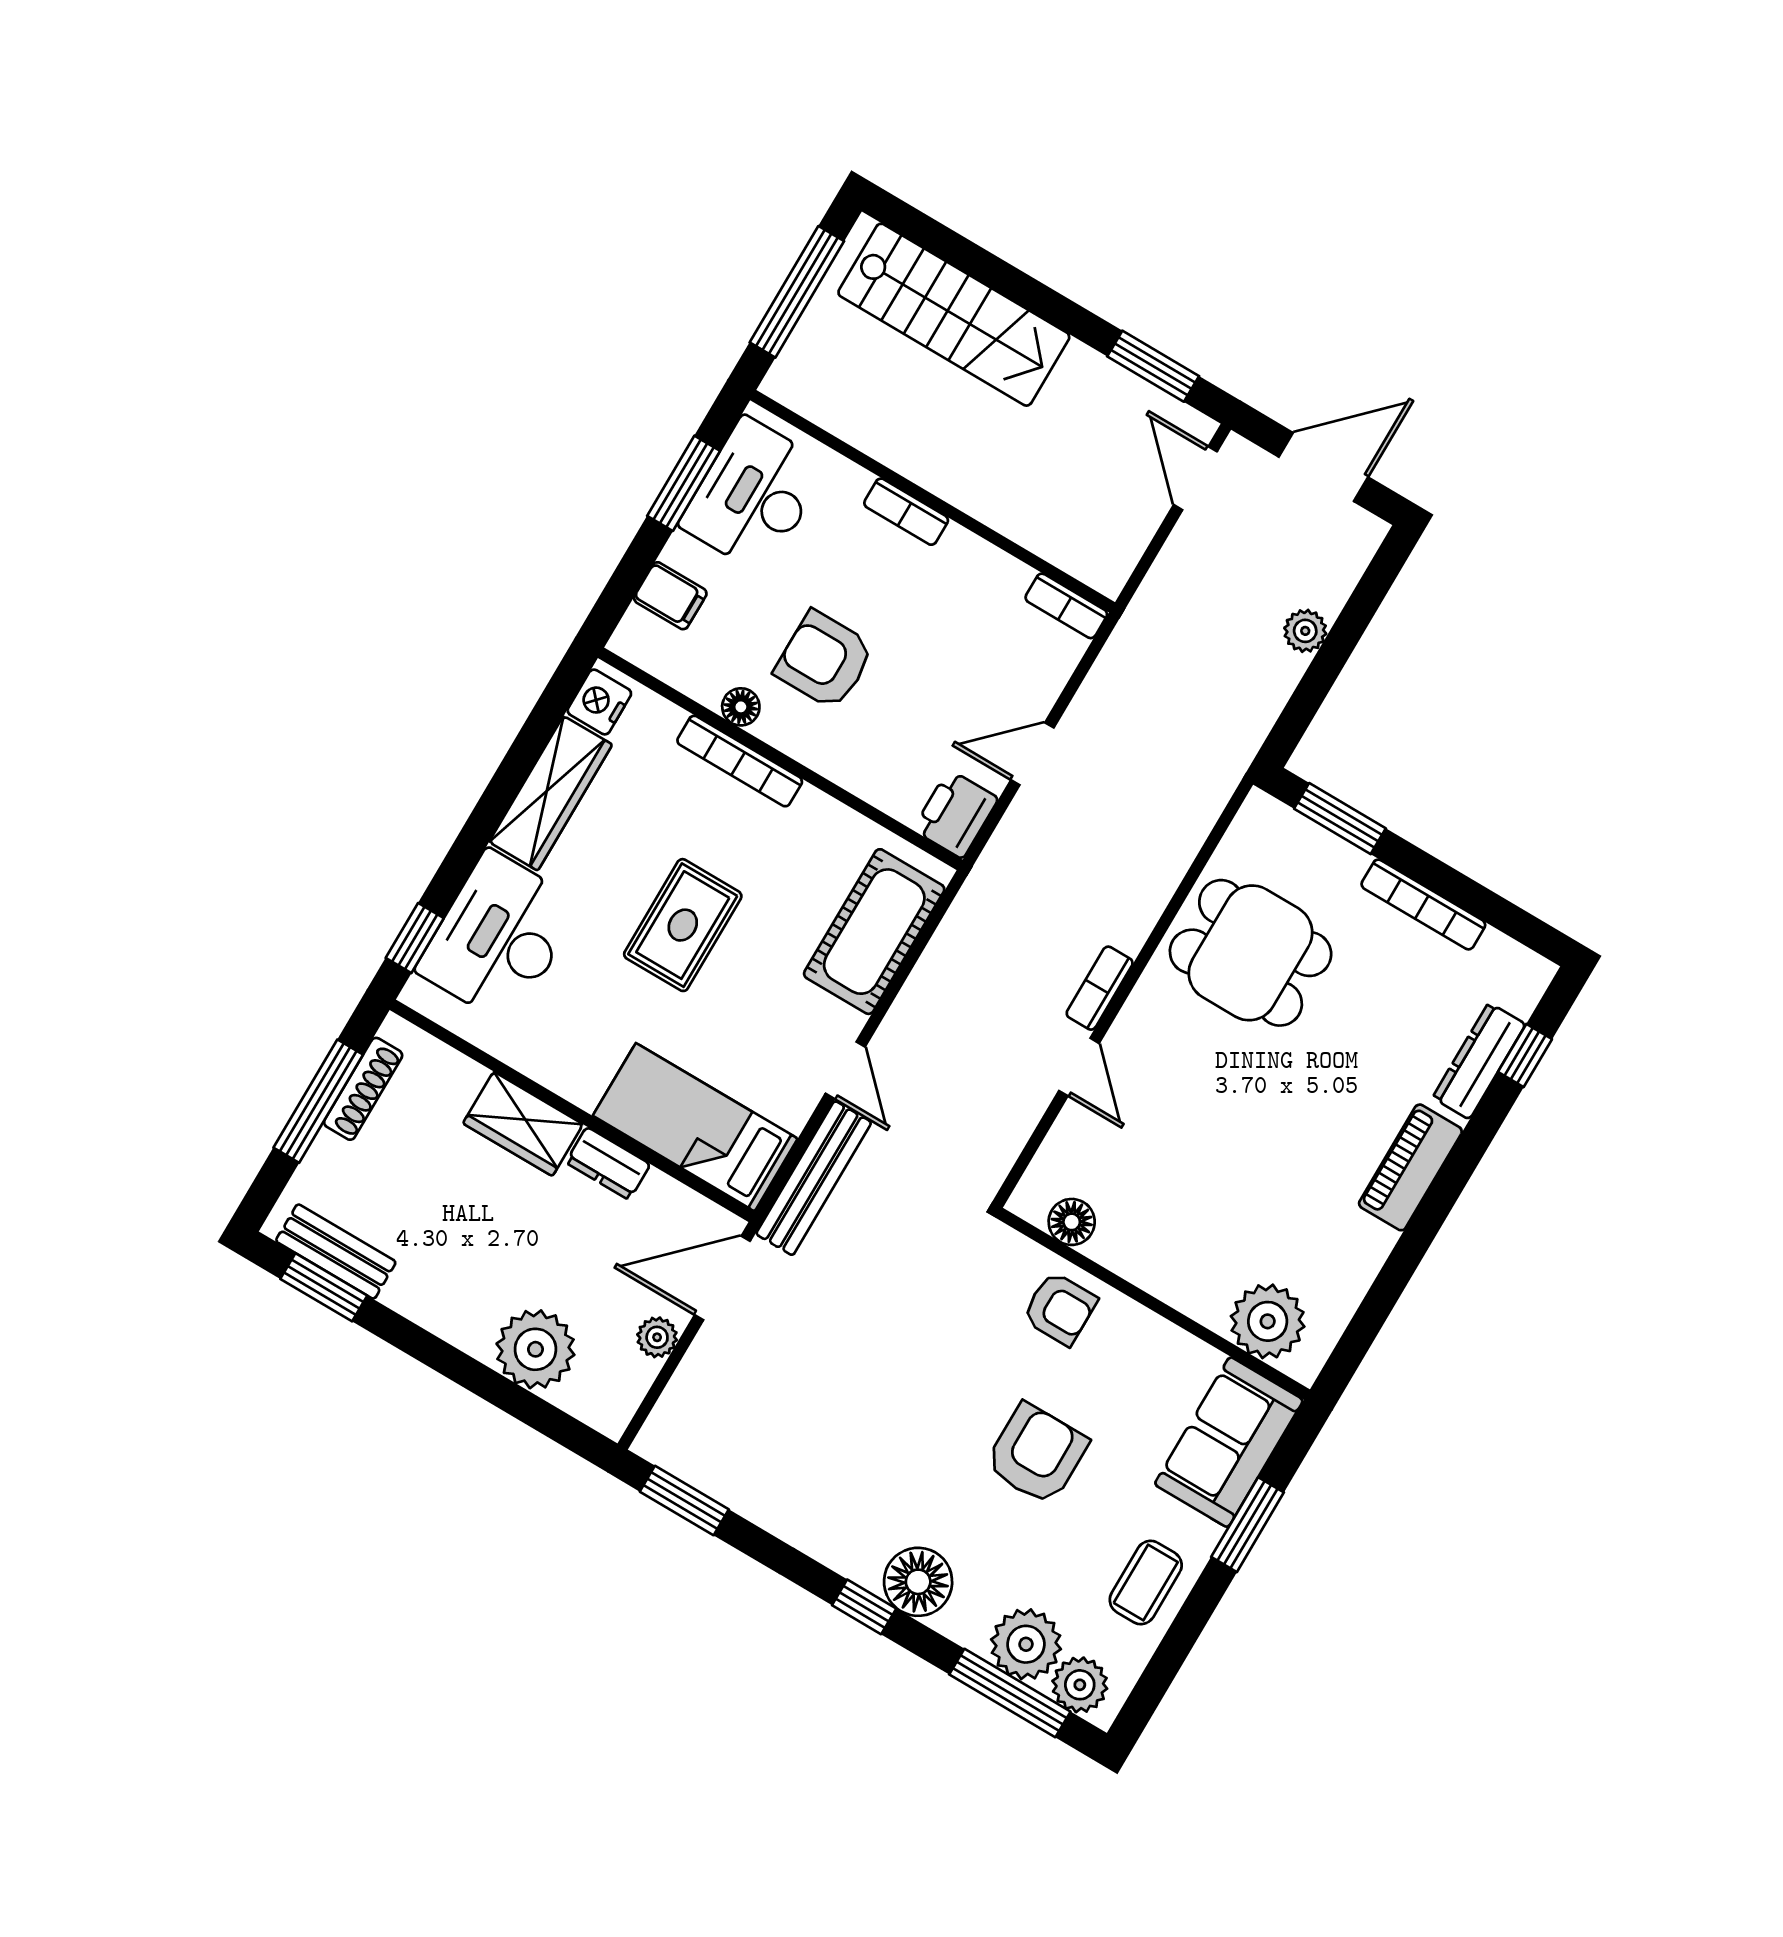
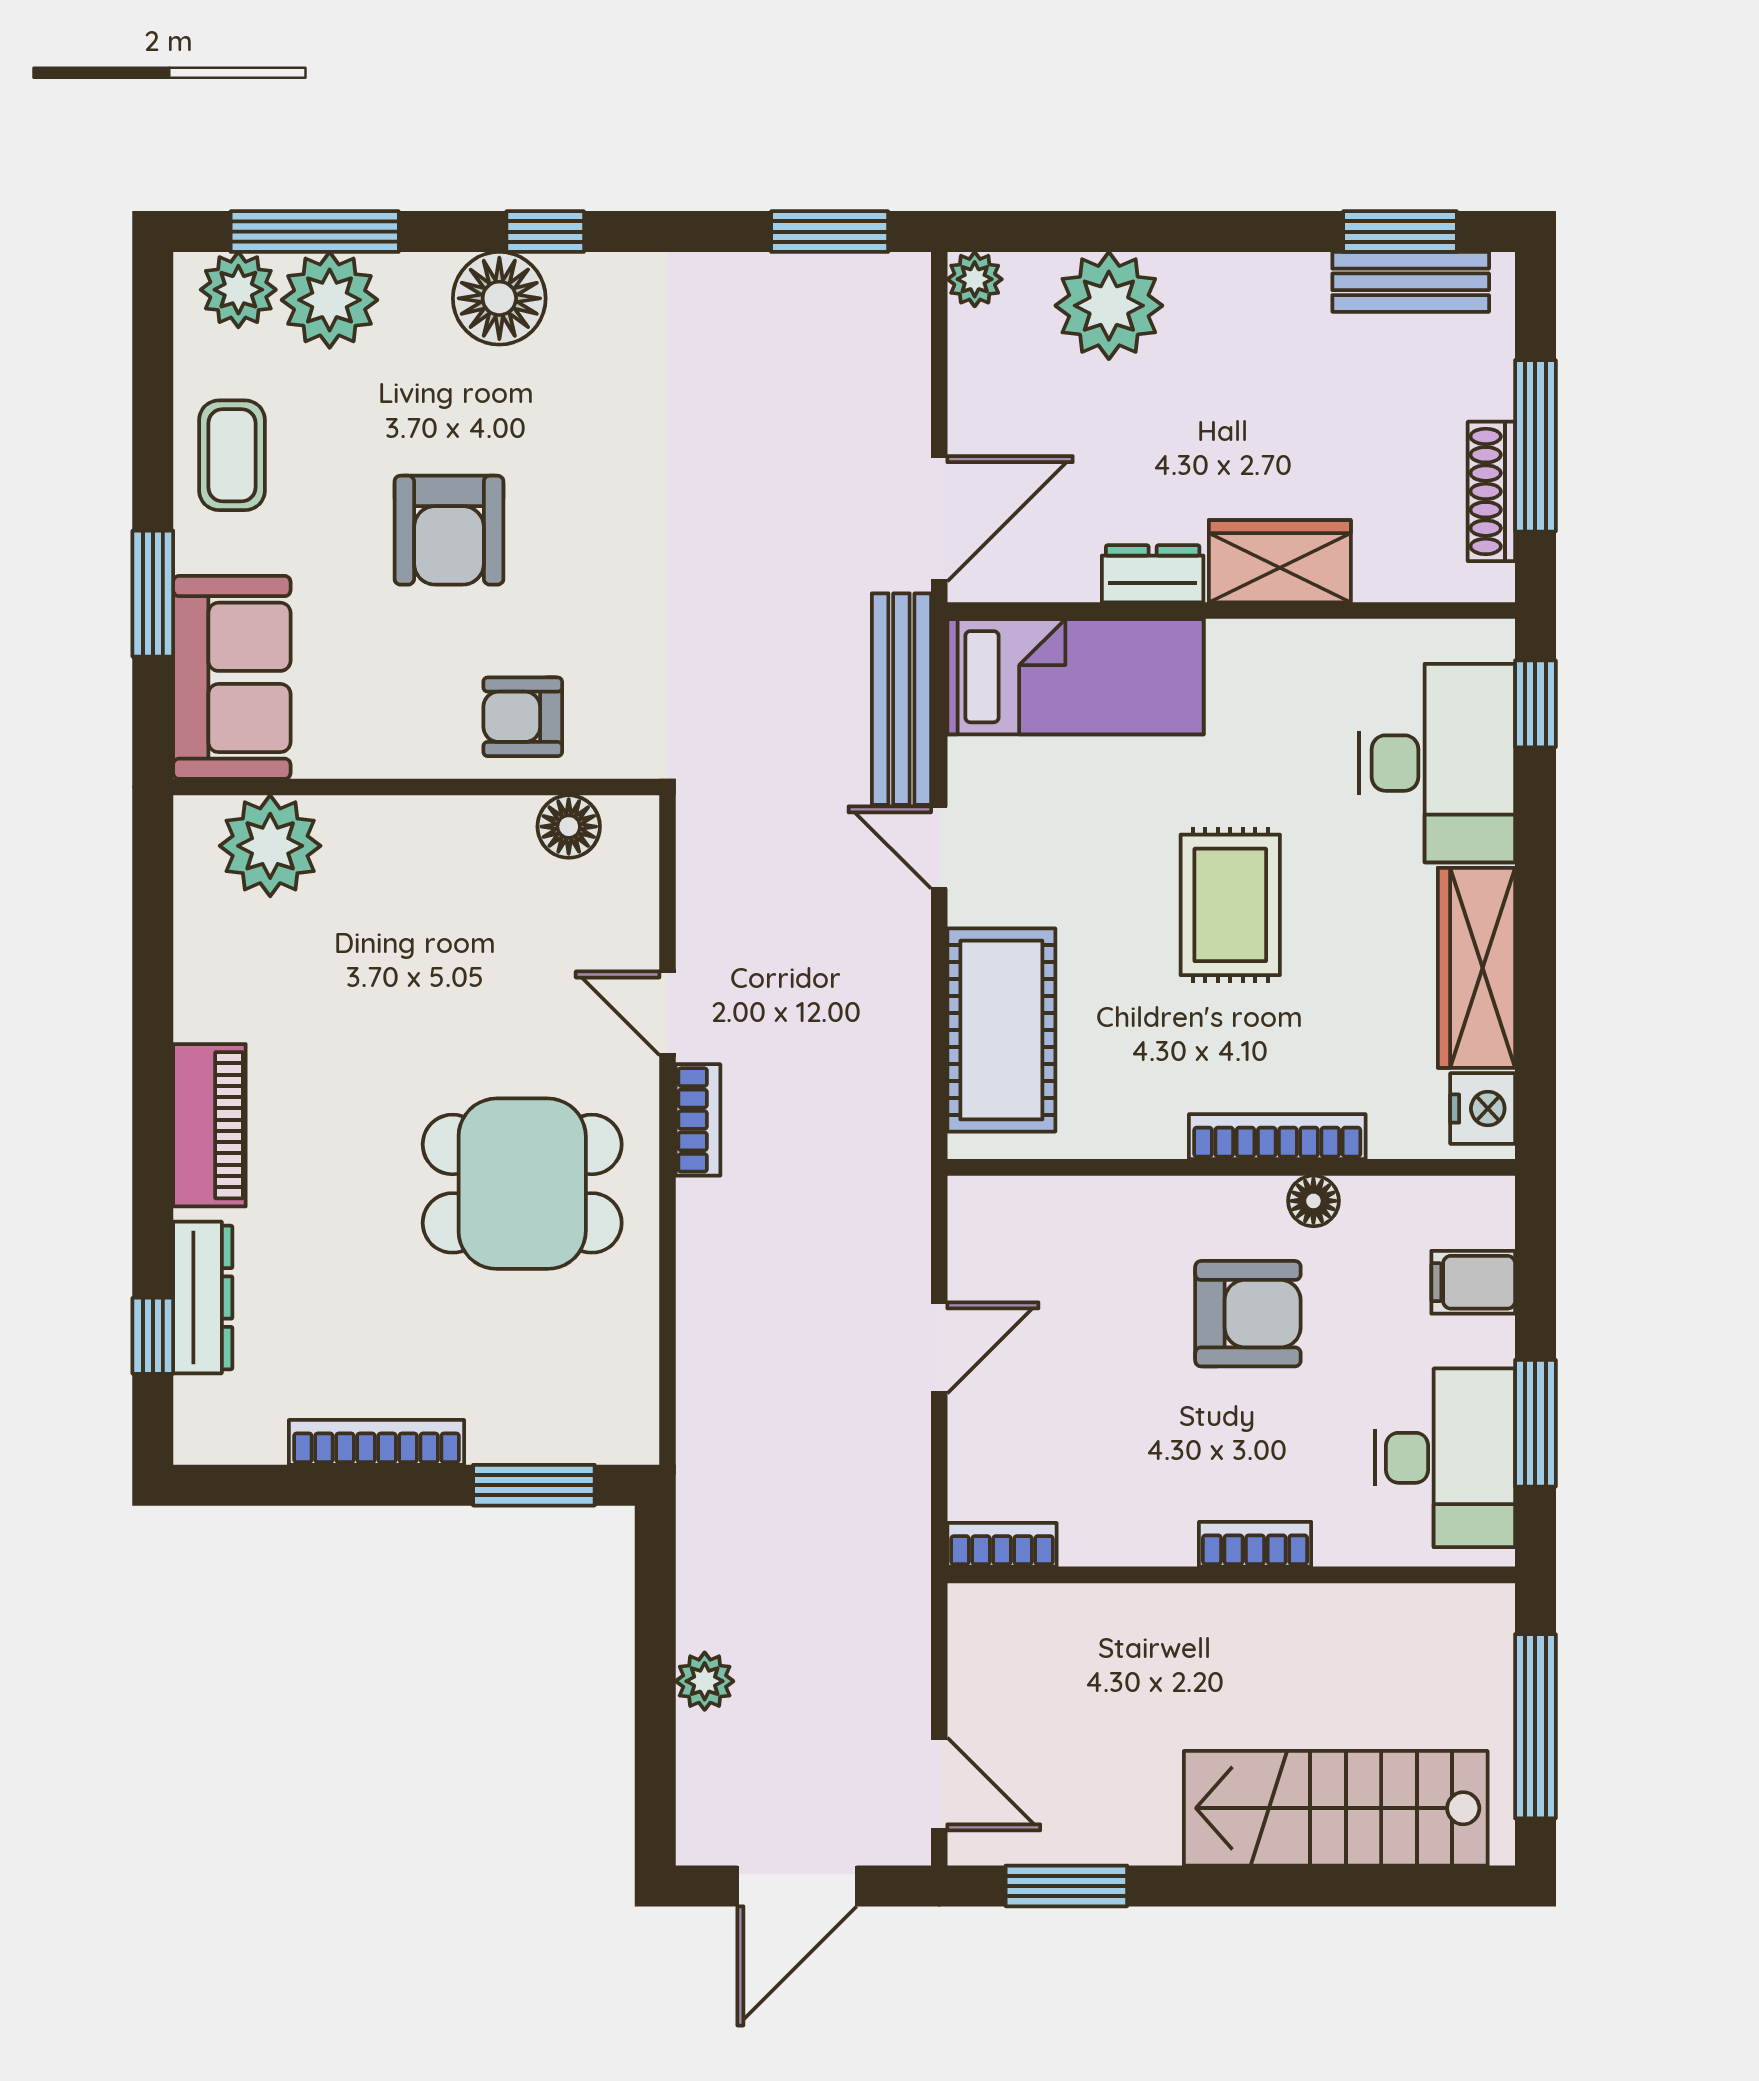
printer: (956, 814) -> (988, 1224), removed
dining table: (1251, 953) -> (522, 1184), moved
plant: (657, 1337) -> (975, 279), moved

